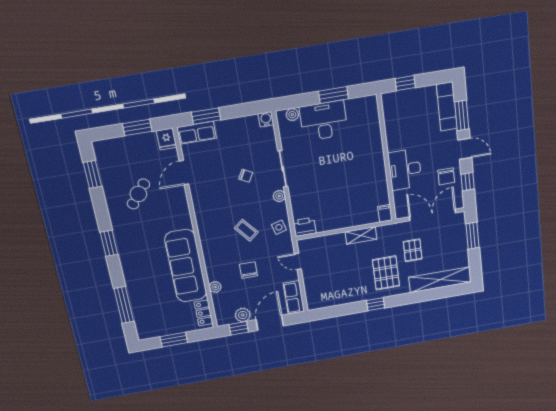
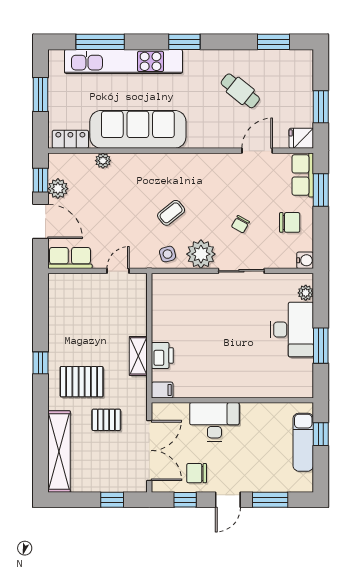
exam couch: (447, 107) -> (303, 442), moved, turned -90
door: (184, 173) -> (257, 151), hinge flipped
plant: (279, 196) -> (201, 254), width x1.87, depth x1.87
printer: (305, 227) -> (162, 355), moved
window: (472, 236) -> (112, 500), width x0.67
chair: (248, 270) -> (290, 222), moved
kitchen unit: (135, 286) -> (123, 61), added

